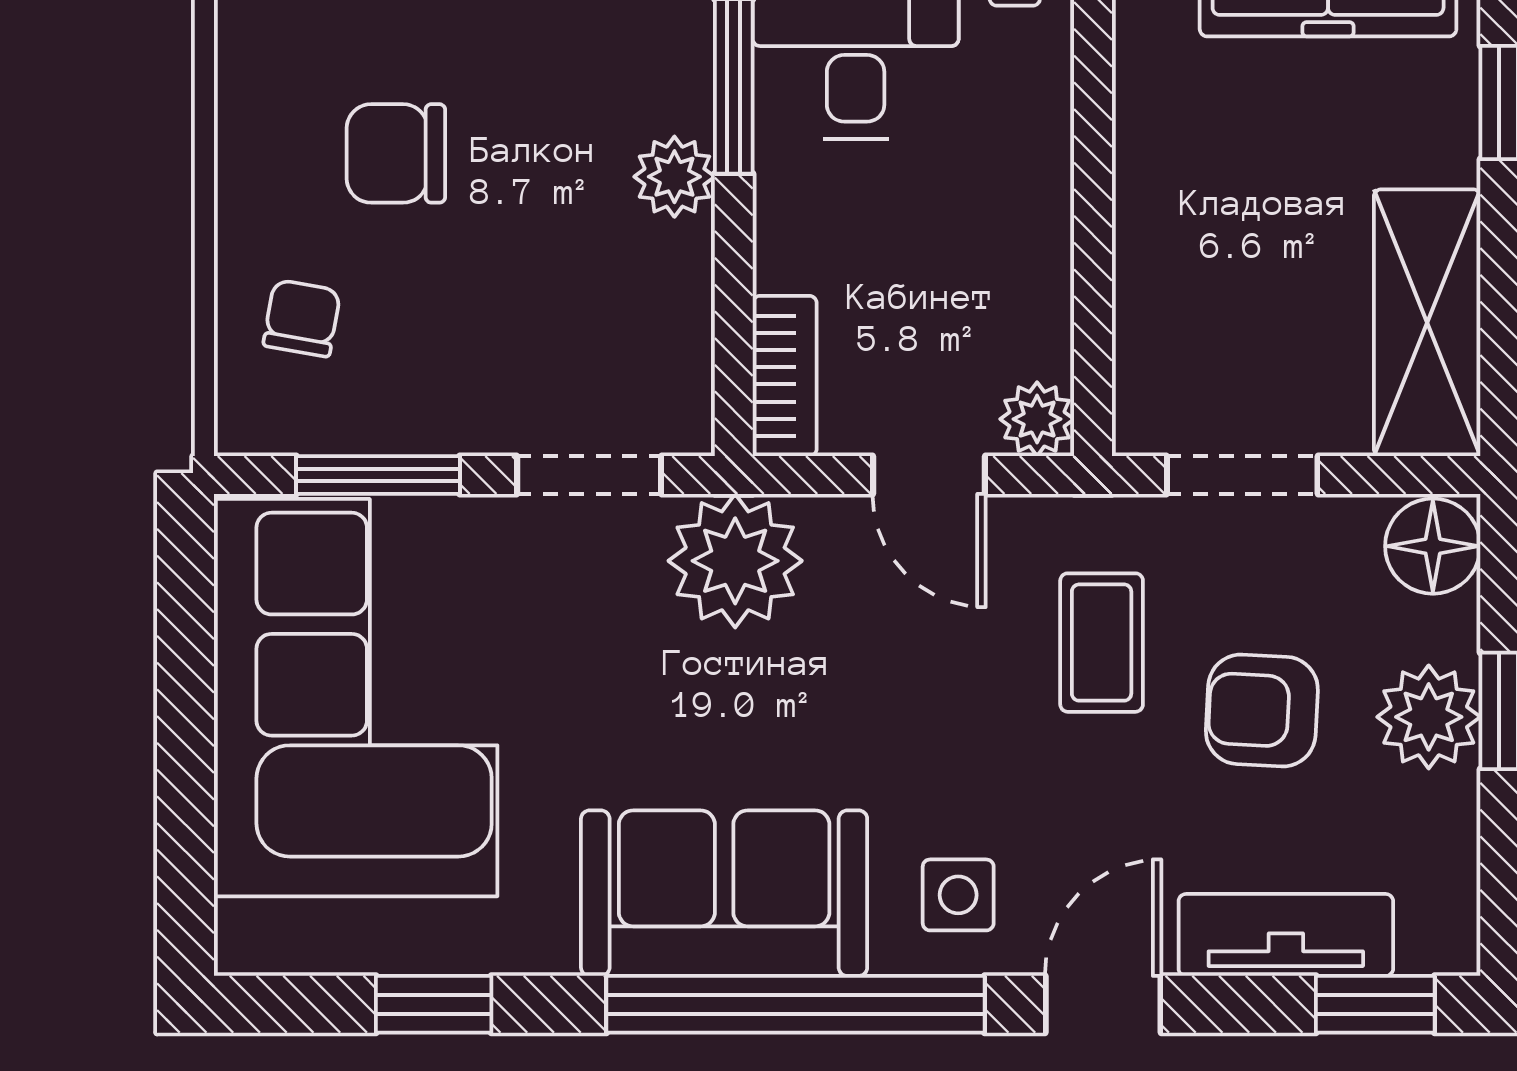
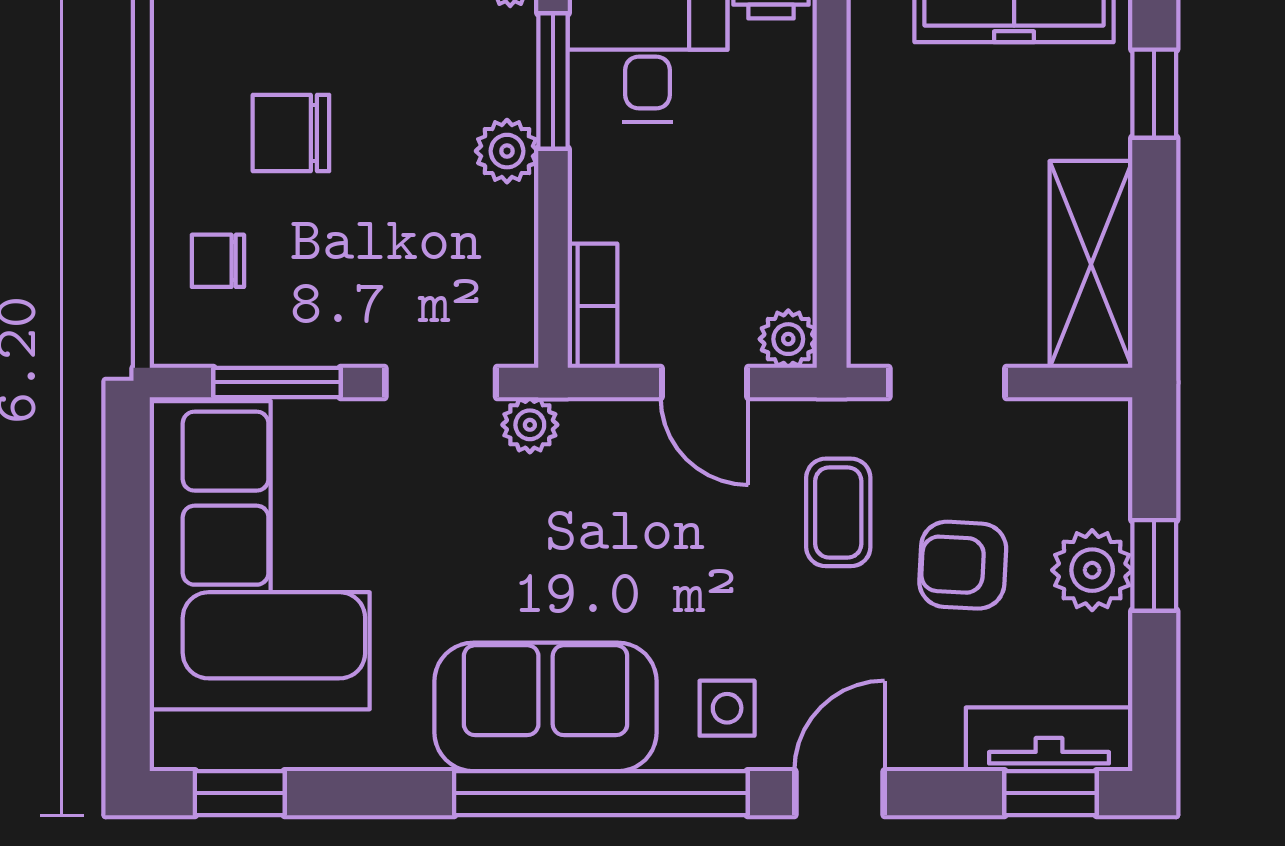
chair: (302, 318) -> (218, 261), turned -100
floor lamp: (1433, 546) -> (1095, 438), removed
plant: (735, 561) -> (530, 425), width x0.53, depth x0.53
tv unit: (1286, 935) -> (1049, 739), moved
window: (434, 1004) -> (240, 793), moved

